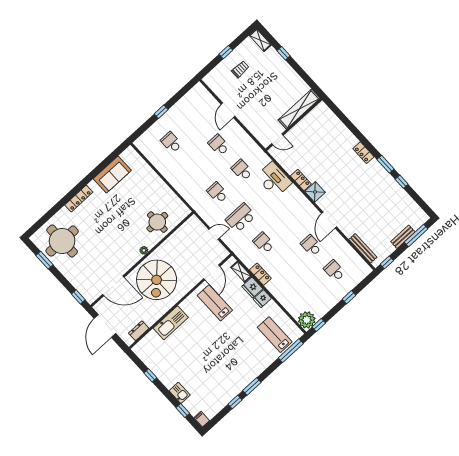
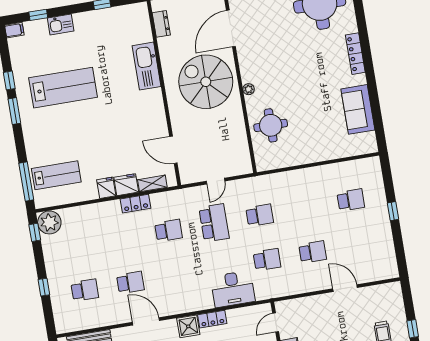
lab bench: (215, 303) -> (63, 88), moved, width x1.36, depth x1.39

